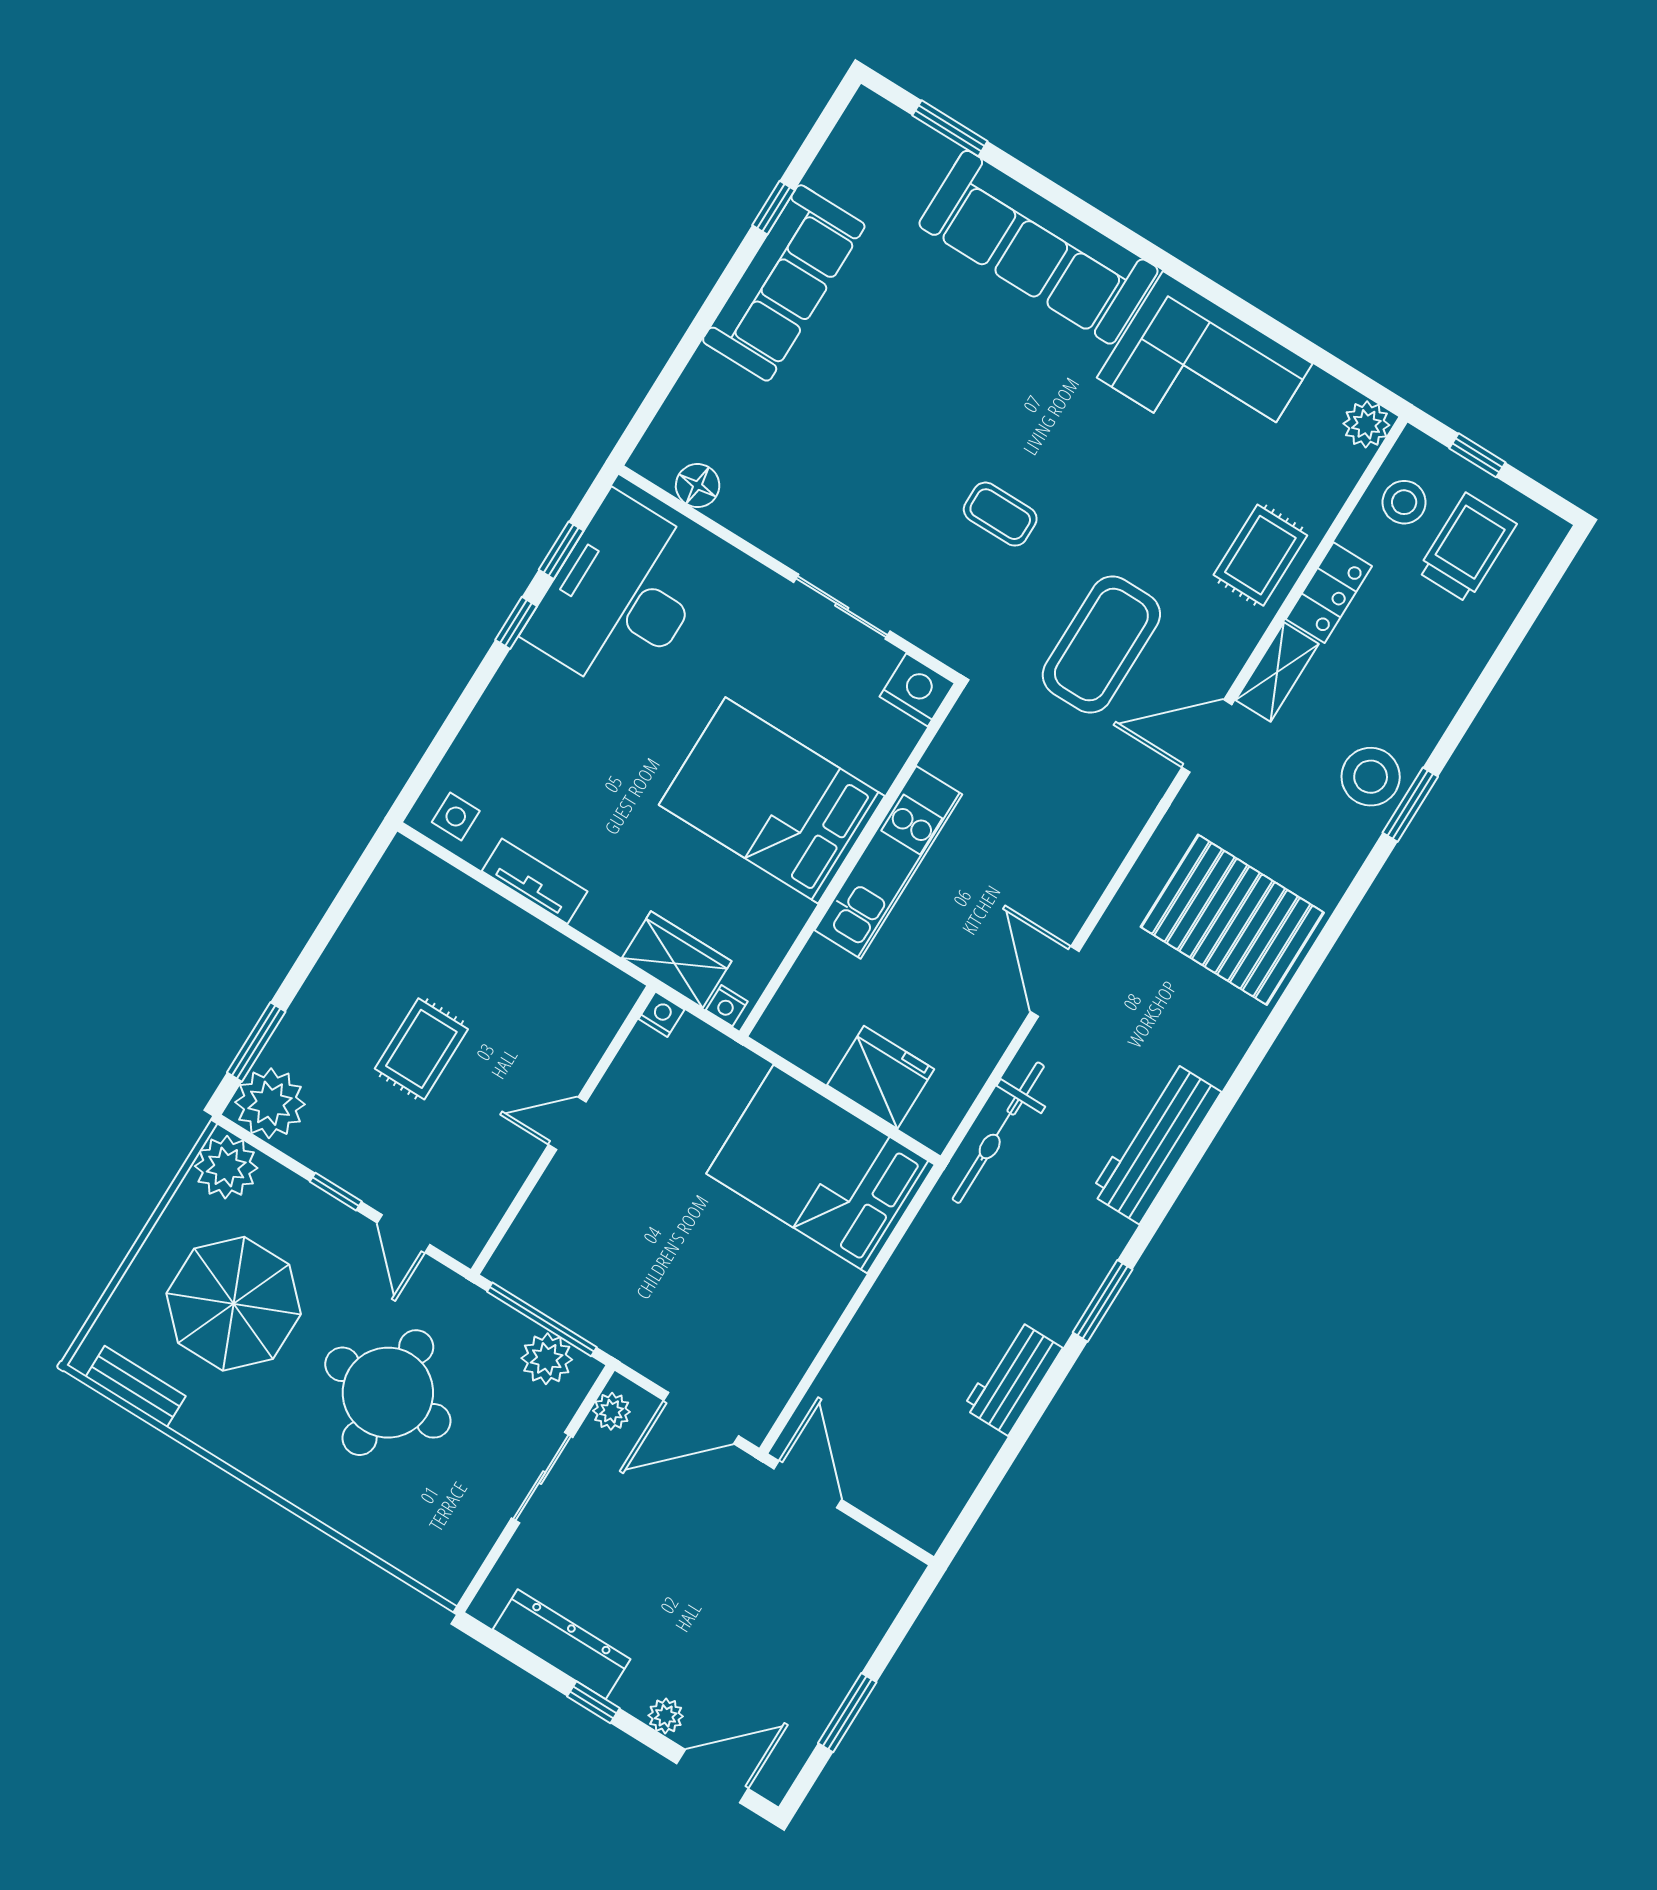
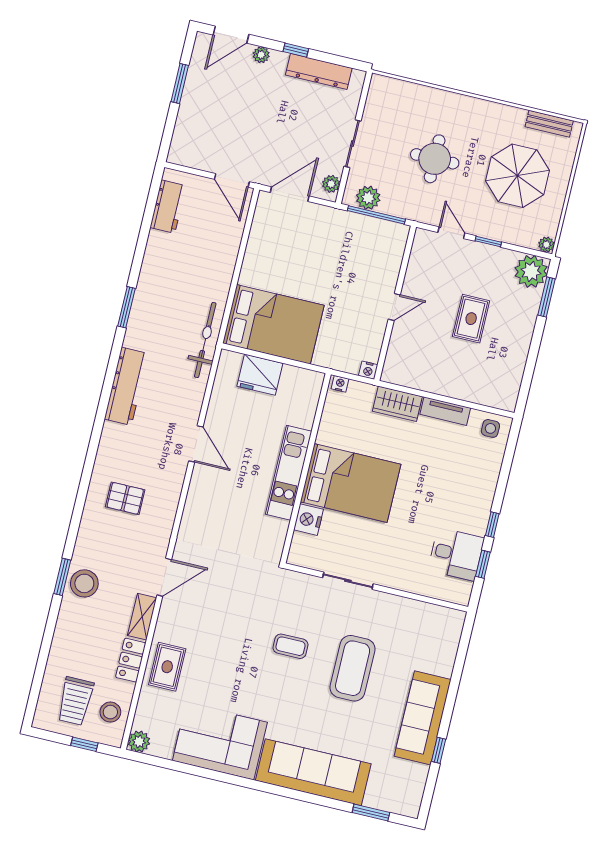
floor lamp: (698, 486) -> (431, 614), removed
desk: (621, 596) -> (456, 554), width x0.53, depth x0.77
coffee table: (1101, 645) -> (353, 668), moved
nightstand: (917, 690) -> (309, 520), moved, turned 90
pallet: (1232, 920) -> (125, 498), width x0.49, depth x0.50
wardrobe: (677, 960) -> (397, 404), moved
bicycle: (998, 1133) -> (205, 340), moved
plant: (226, 1167) -> (546, 245), width x0.53, depth x0.53
workbench: (1013, 1378) -> (168, 207), moved
round table: (388, 1393) -> (435, 159), width x0.73, depth x0.73

